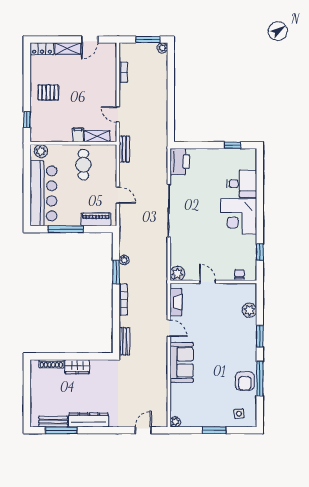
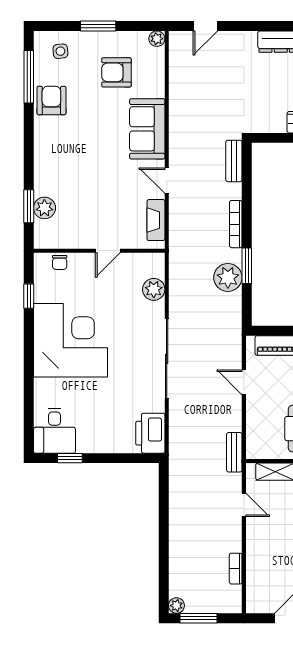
desk: (242, 184) -> (54, 431), moved, turned -90
corner desk: (239, 216) -> (70, 340), width x1.36, depth x1.36
plant: (124, 260) -> (228, 277), width x1.87, depth x1.87
plant: (177, 273) -> (154, 289), moved
door: (208, 282) -> (108, 251), hinge flipped
window: (260, 336) -> (29, 206), moved
window: (260, 379) -> (29, 77), moved
armchair: (202, 400) -> (116, 72), added

